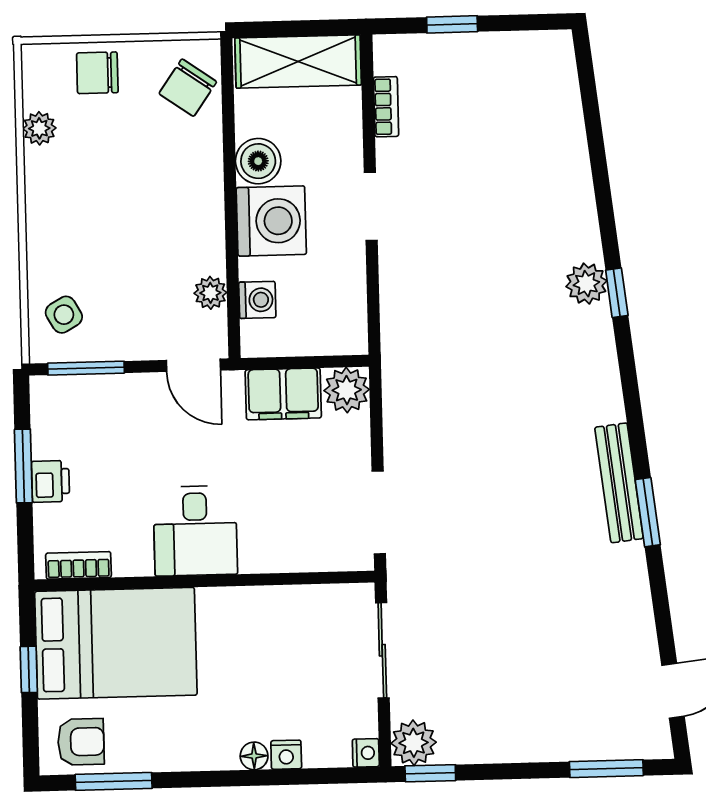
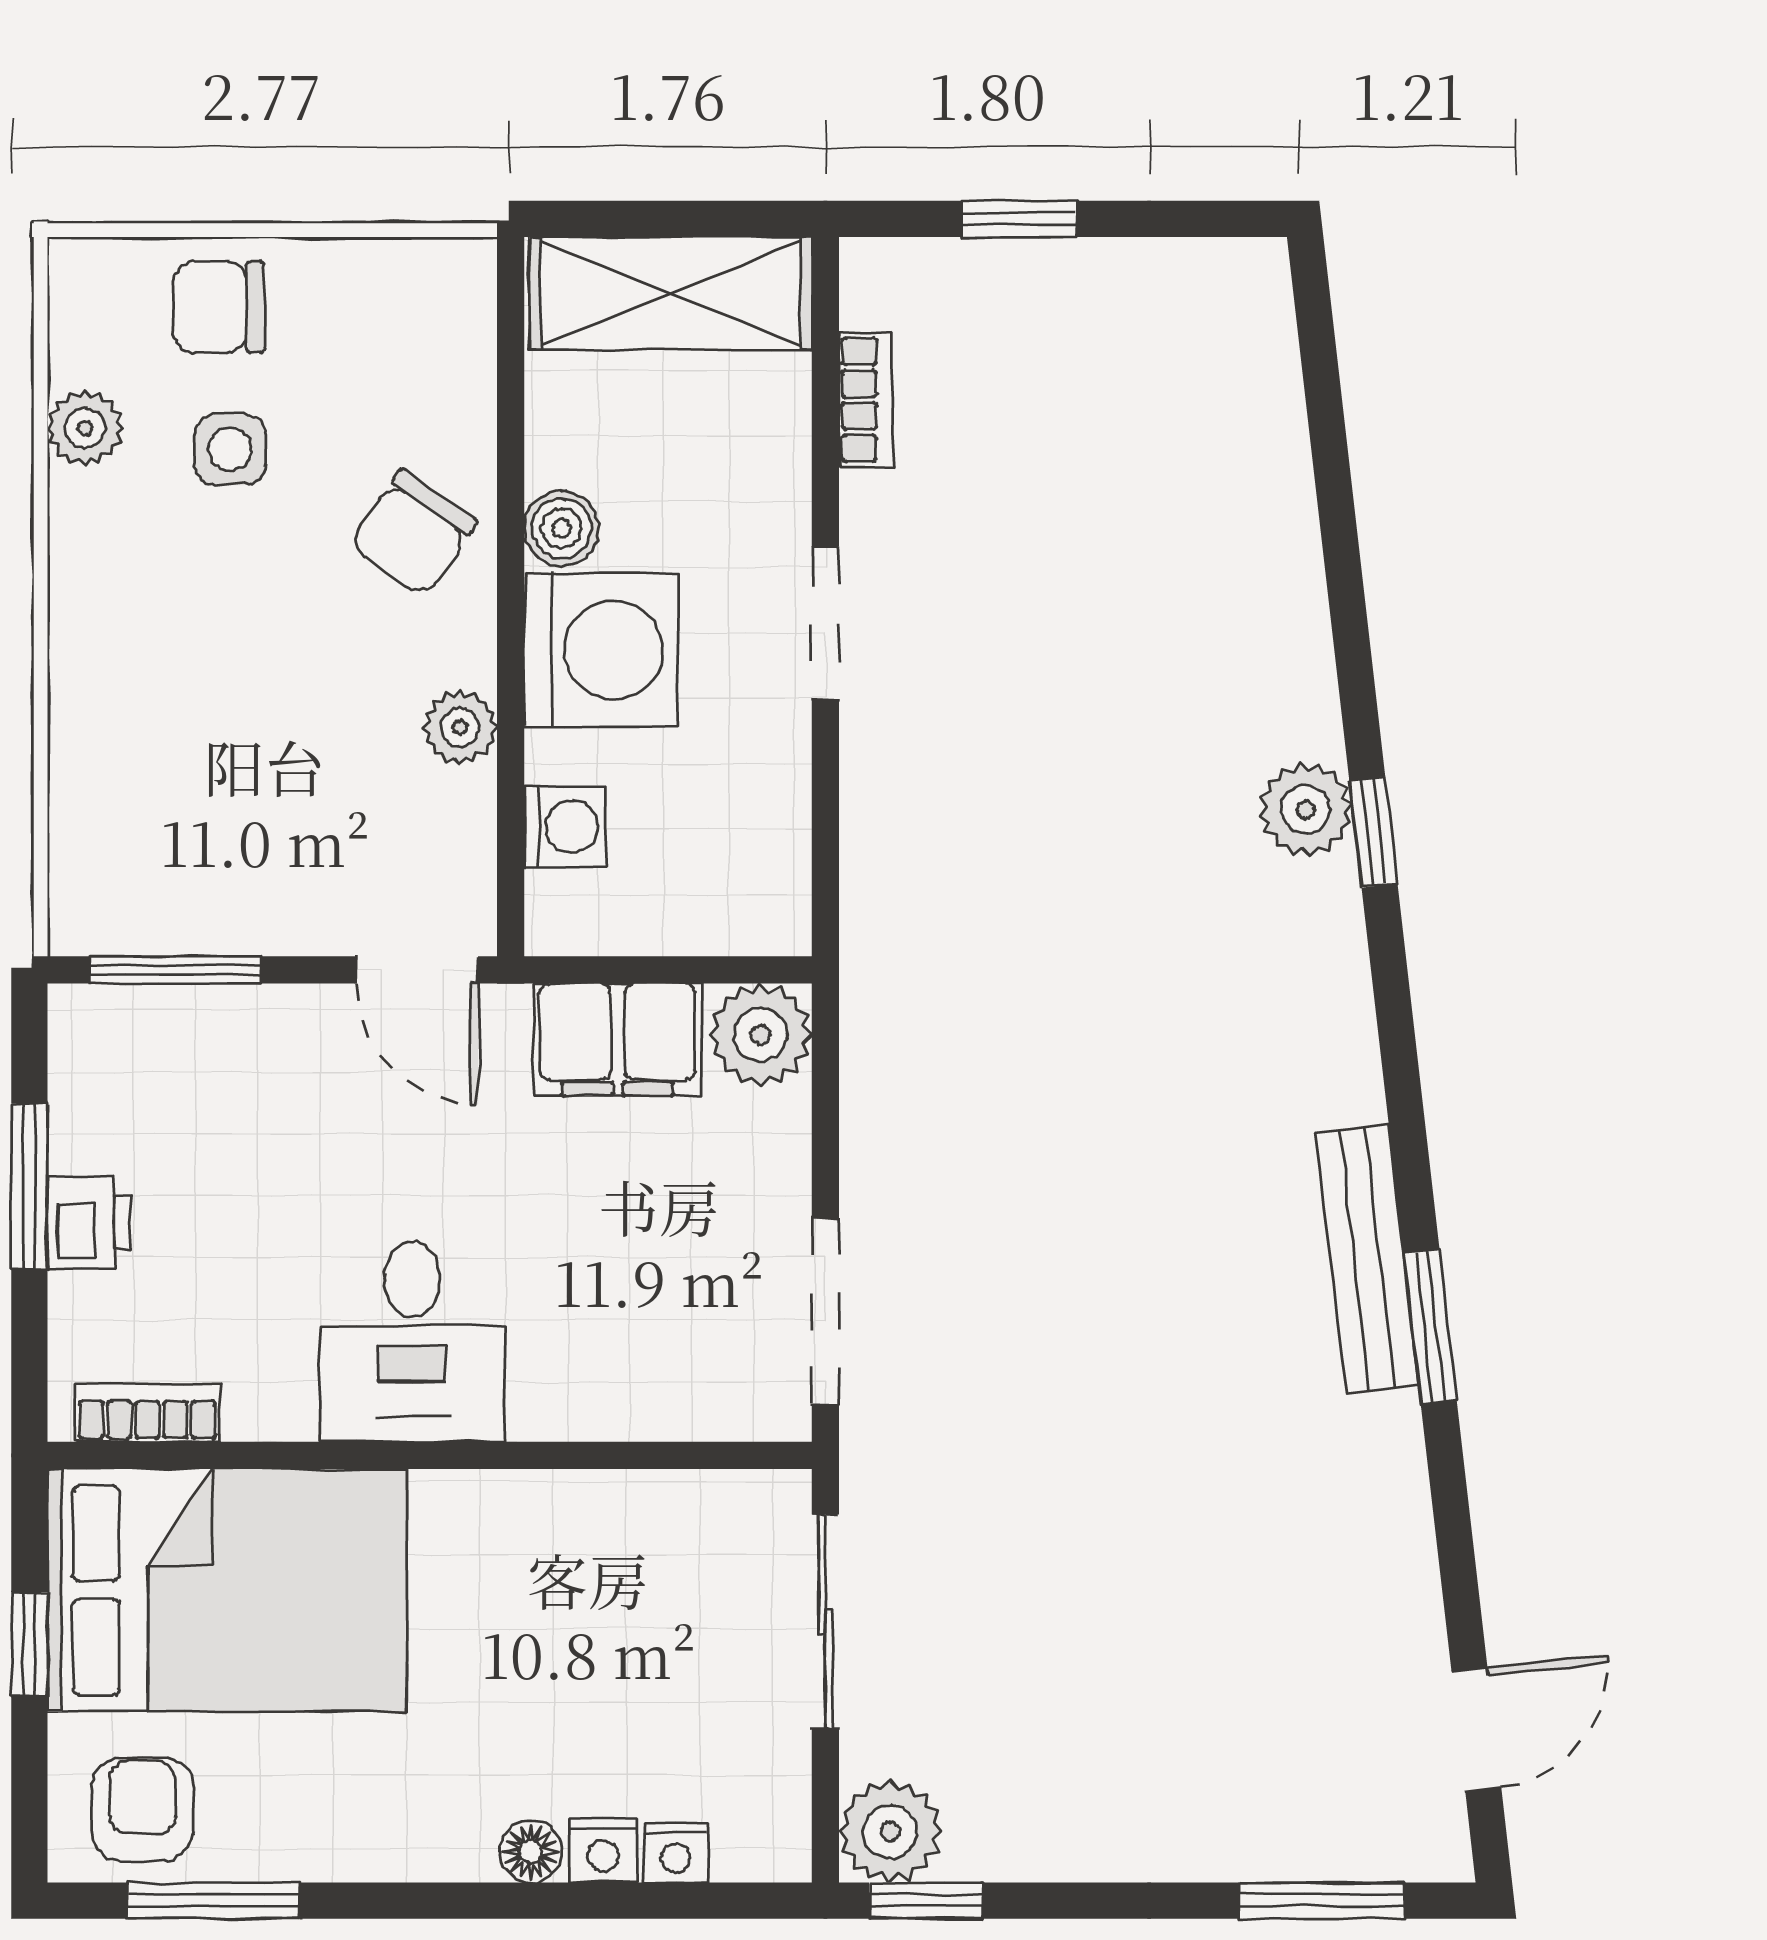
chair: (188, 88) -> (413, 533), moved
boiler: (258, 161) -> (561, 528), width x0.73, depth x0.73
plant: (210, 293) -> (460, 727), moved
side table: (64, 315) -> (230, 449), moved, turned 30
armchair: (81, 742) -> (142, 1809), turned -90
nightstand: (366, 753) -> (676, 1853), moved, turned 90

